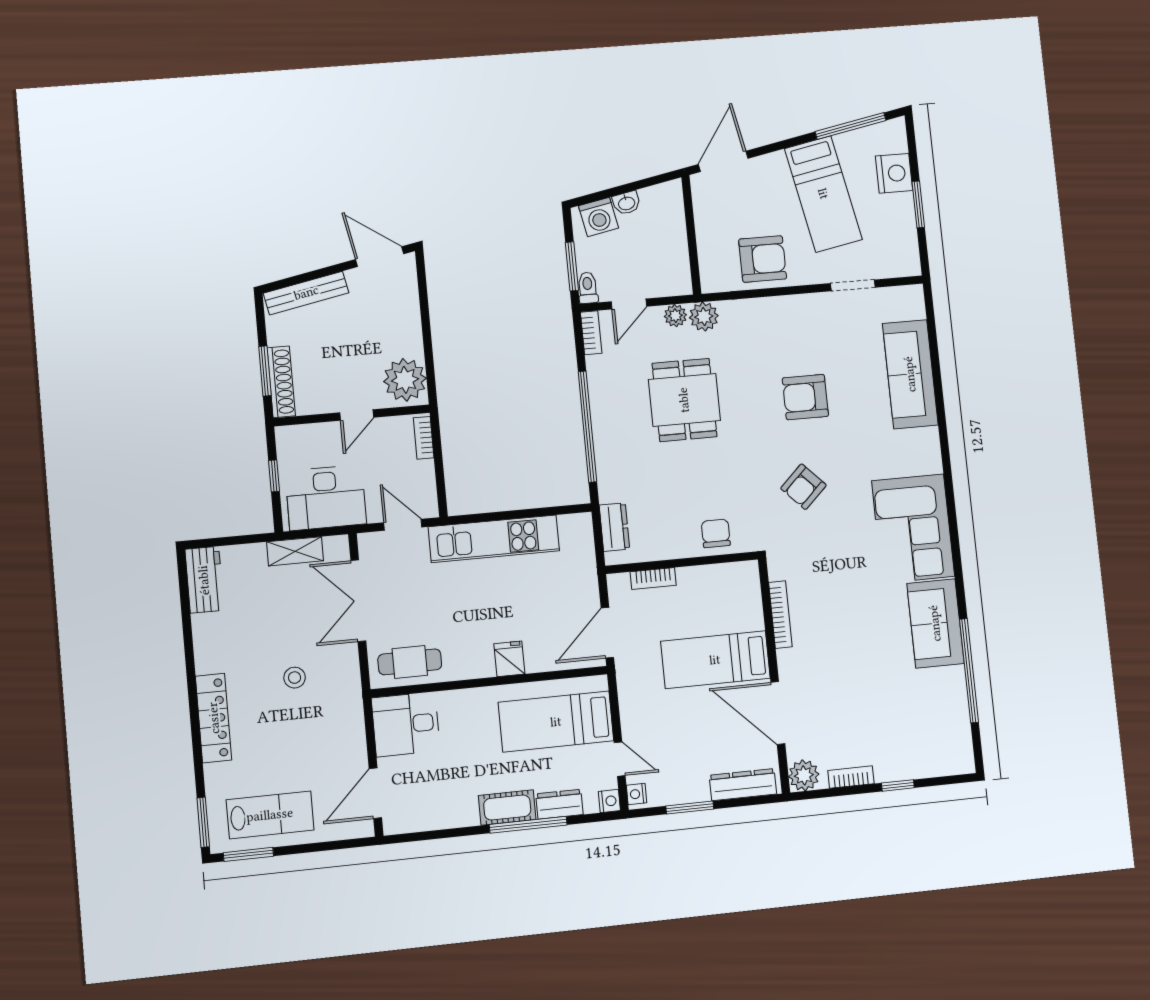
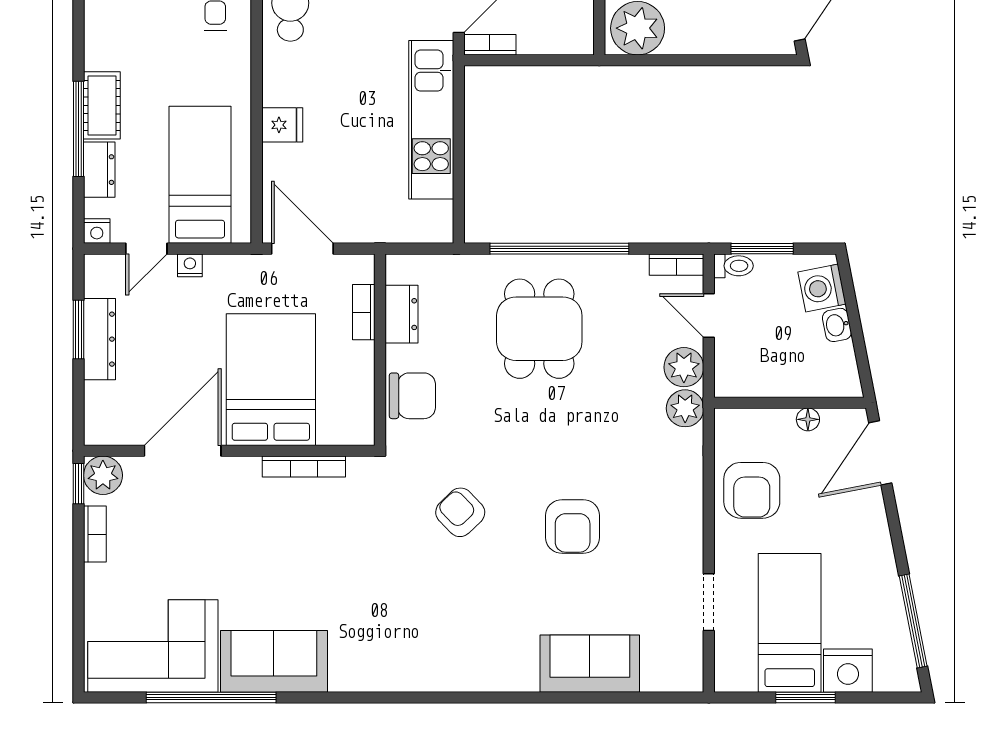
door: (723, 161) -> (880, 453), swing flipped
bed: (823, 194) -> (790, 623), moved, turned 101
floor lamp: (703, 220) -> (808, 419), added
plant: (675, 316) -> (684, 367), width x1.38, depth x1.38
sofa: (910, 374) -> (590, 664), width x0.73
armchair: (805, 397) -> (573, 526), turned 180
dining table: (684, 400) -> (539, 329), moved, turned 90
bookcase: (424, 438) -> (490, 45), moved
dresser: (614, 527) -> (401, 314), moved, turned -90
corner sofa: (913, 529) -> (153, 646), moved
chair: (716, 533) -> (412, 396), width x1.37, depth x1.37
bed: (715, 660) -> (271, 380), width x1.50
dresser: (743, 785) -> (100, 339), moved
window: (898, 785) -> (78, 484), moved
nightstand: (637, 794) -> (190, 265), moved

